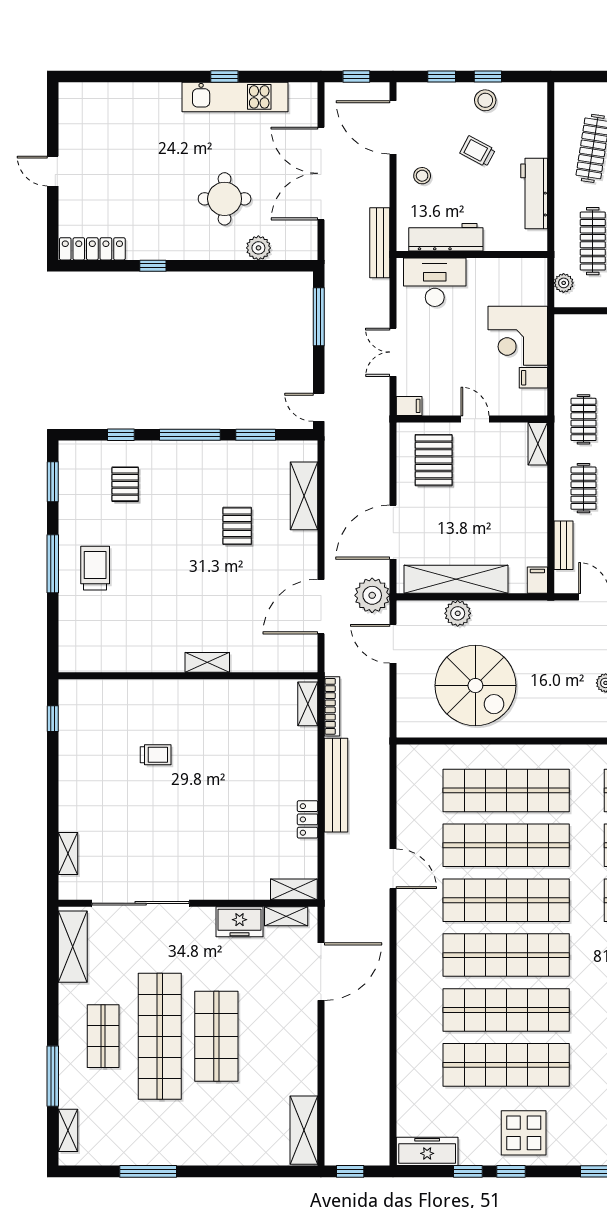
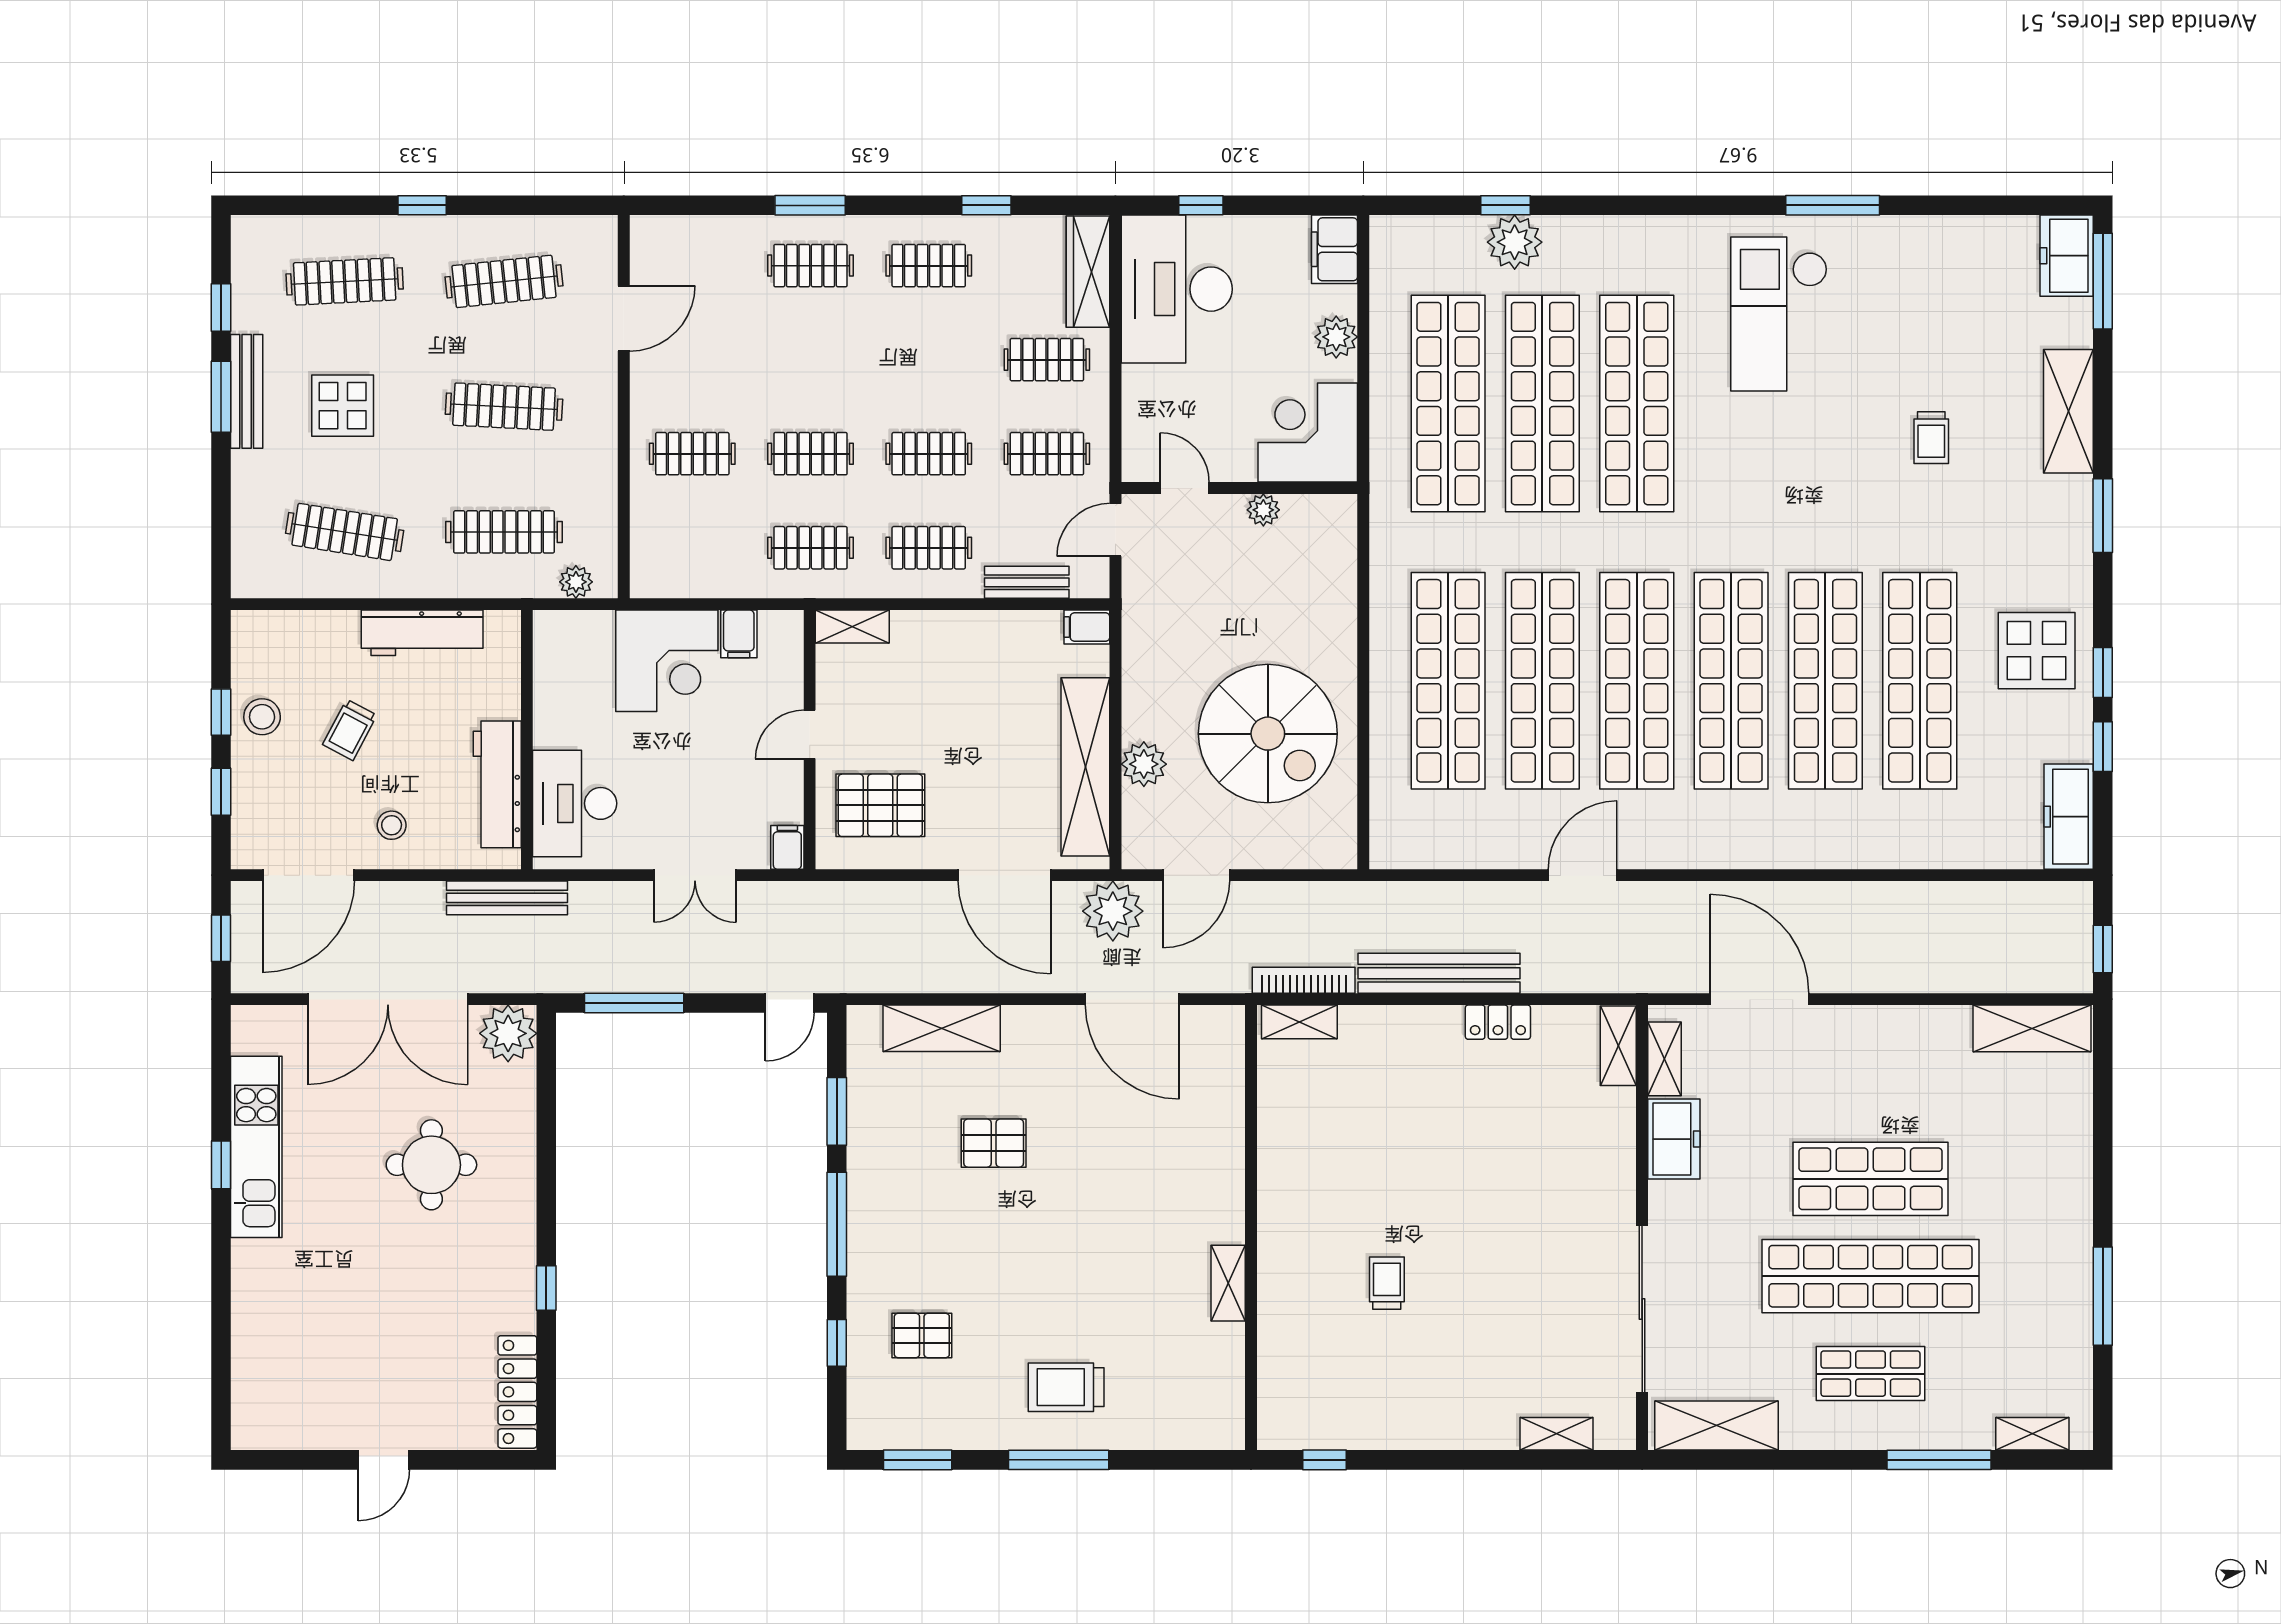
plant: (258, 248) -> (508, 1033), moved, width x1.36, depth x1.36
shelving: (207, 662) -> (1228, 1283), moved
spiral stairs: (475, 686) -> (1268, 734), turned 90

